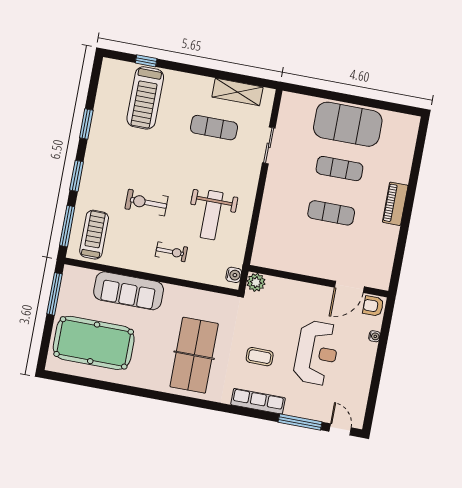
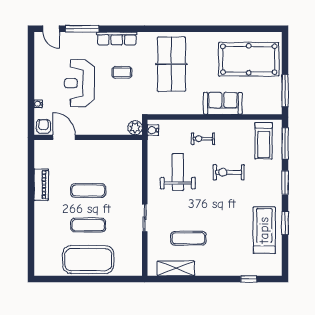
treadmill: (145, 98) -> (264, 230), moved
sliding door: (269, 145) -> (145, 218), moved
exercise bike: (147, 203) -> (229, 172), turned 180
piano: (395, 204) -> (41, 185), moved
door: (349, 287) -> (64, 137), hinge flipped
sofa: (129, 291) -> (223, 103), width x0.73
armchair: (373, 306) -> (43, 126), turned -90

